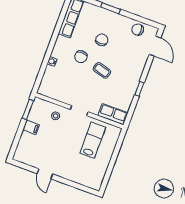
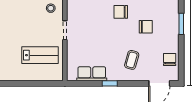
coffee table: (102, 70) -> (132, 60), moved
row of seats: (113, 114) -> (92, 74), moved, turned -90

